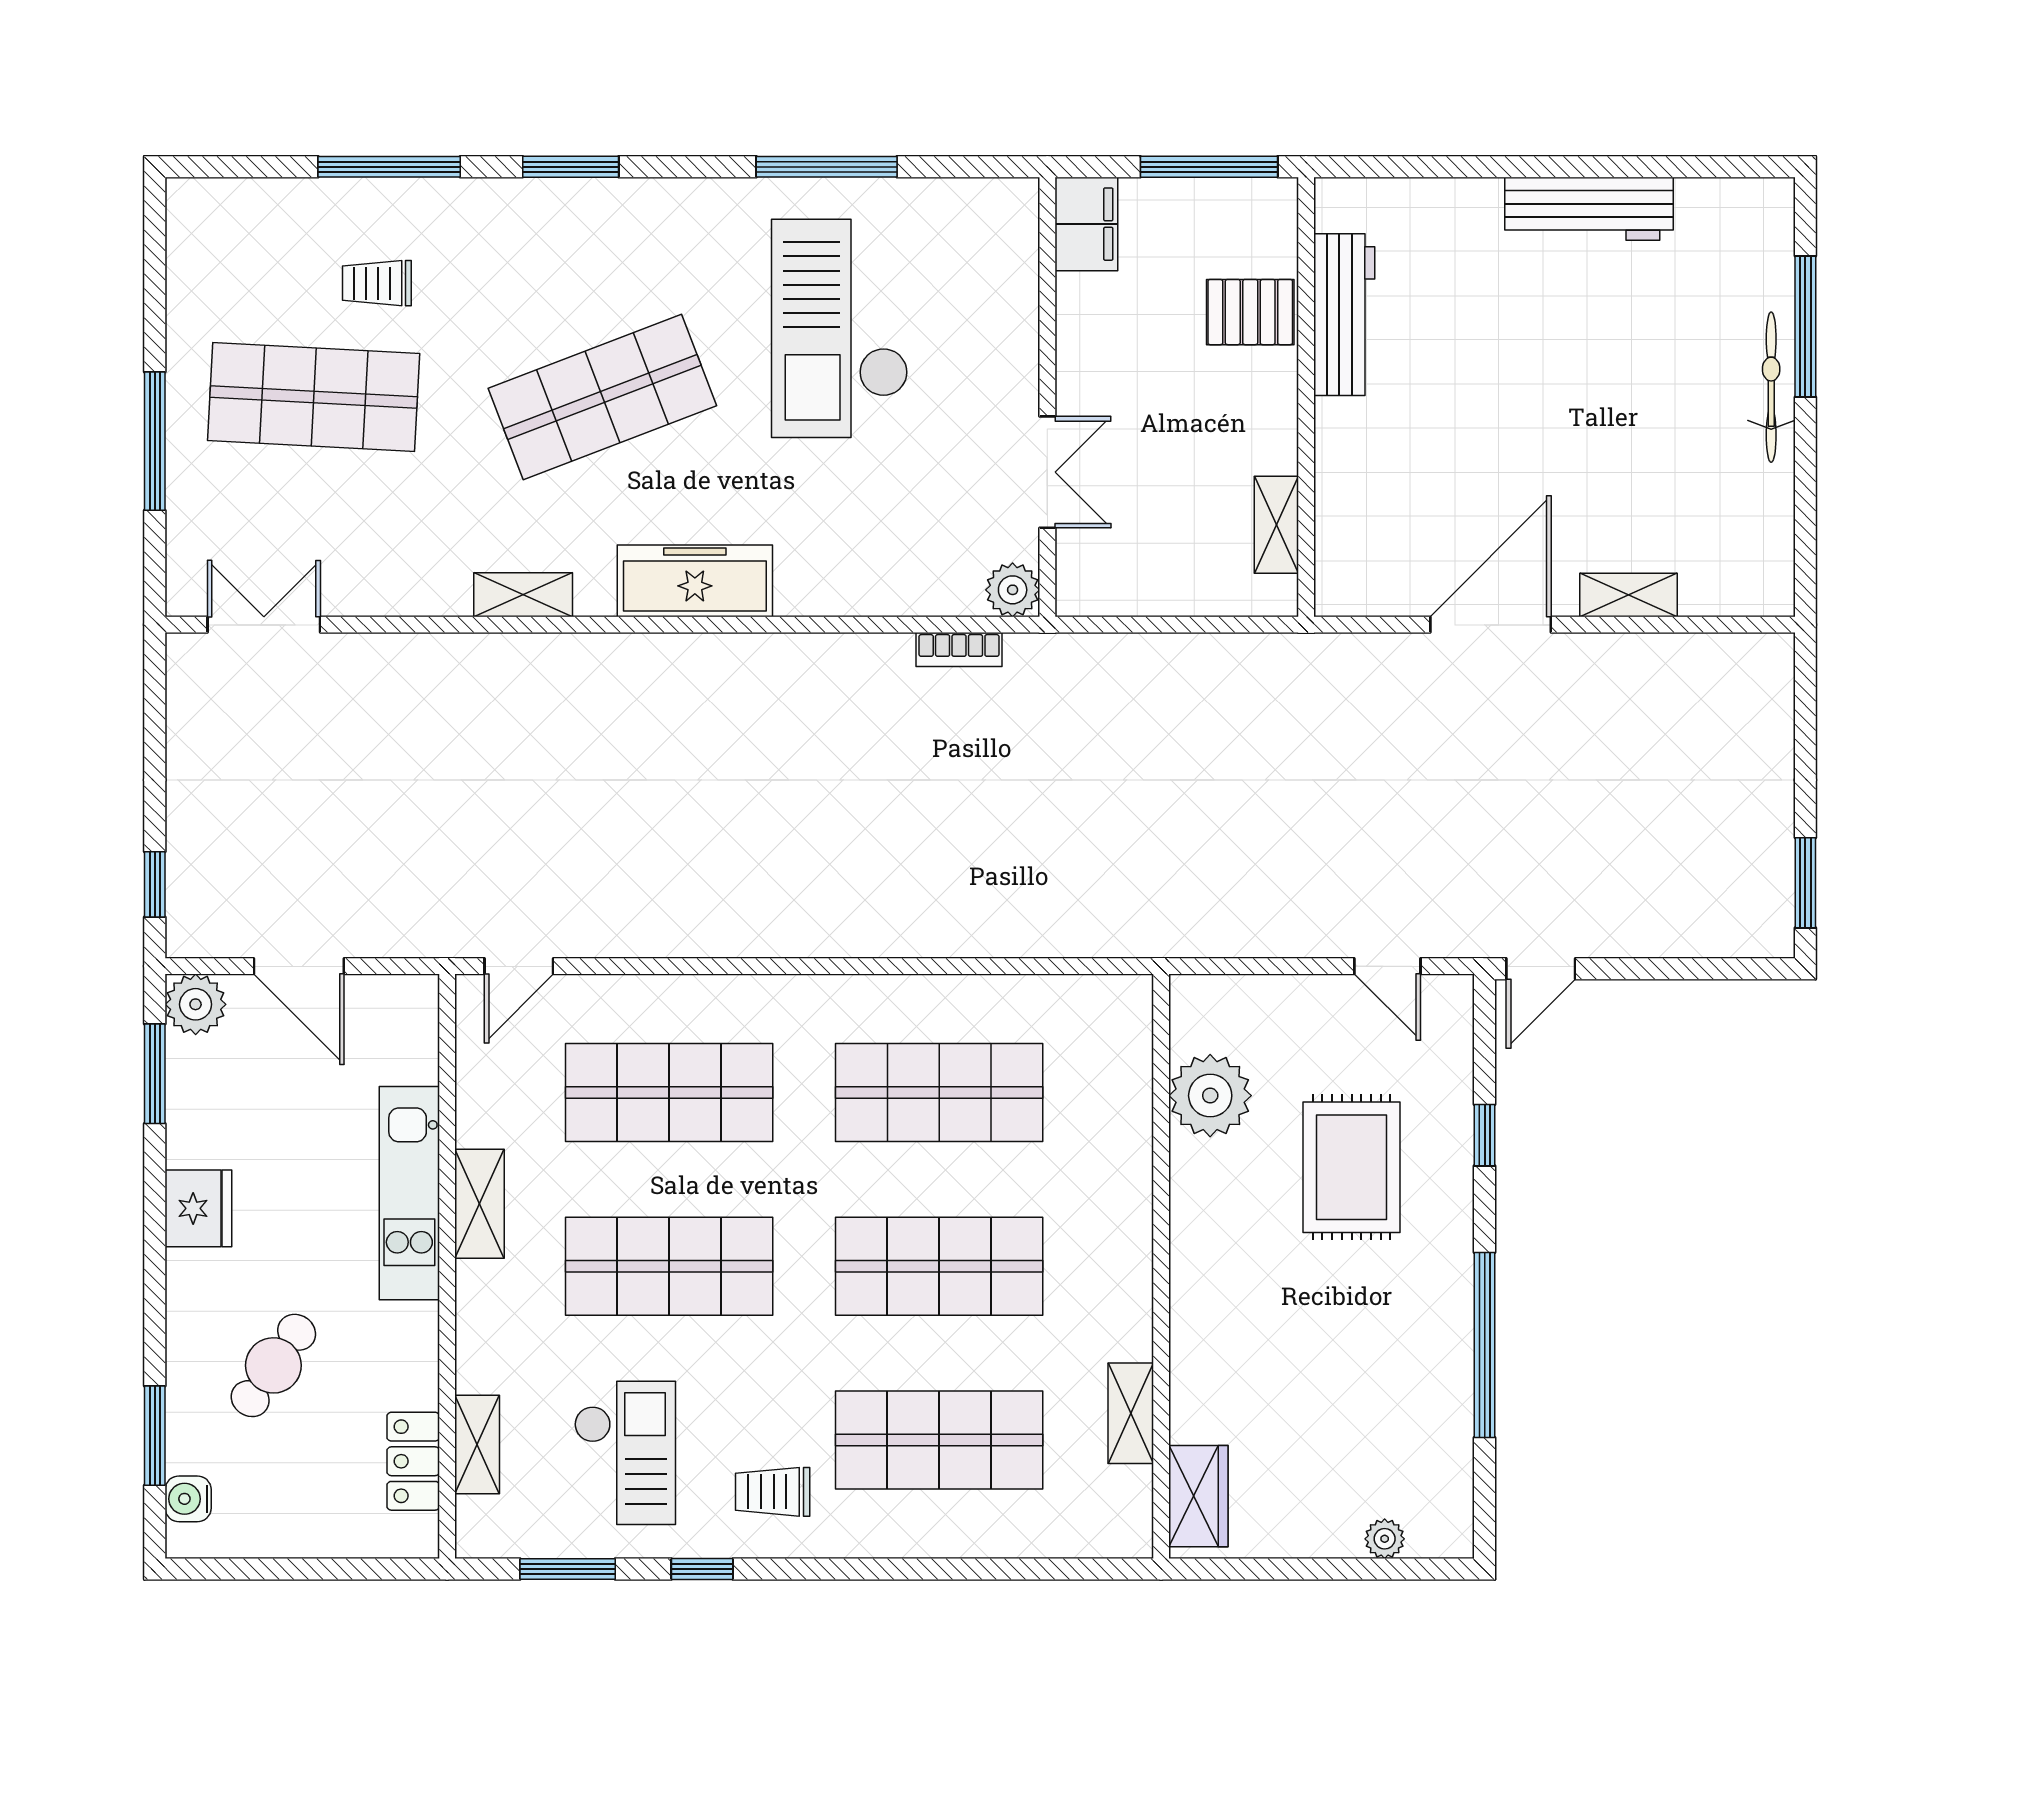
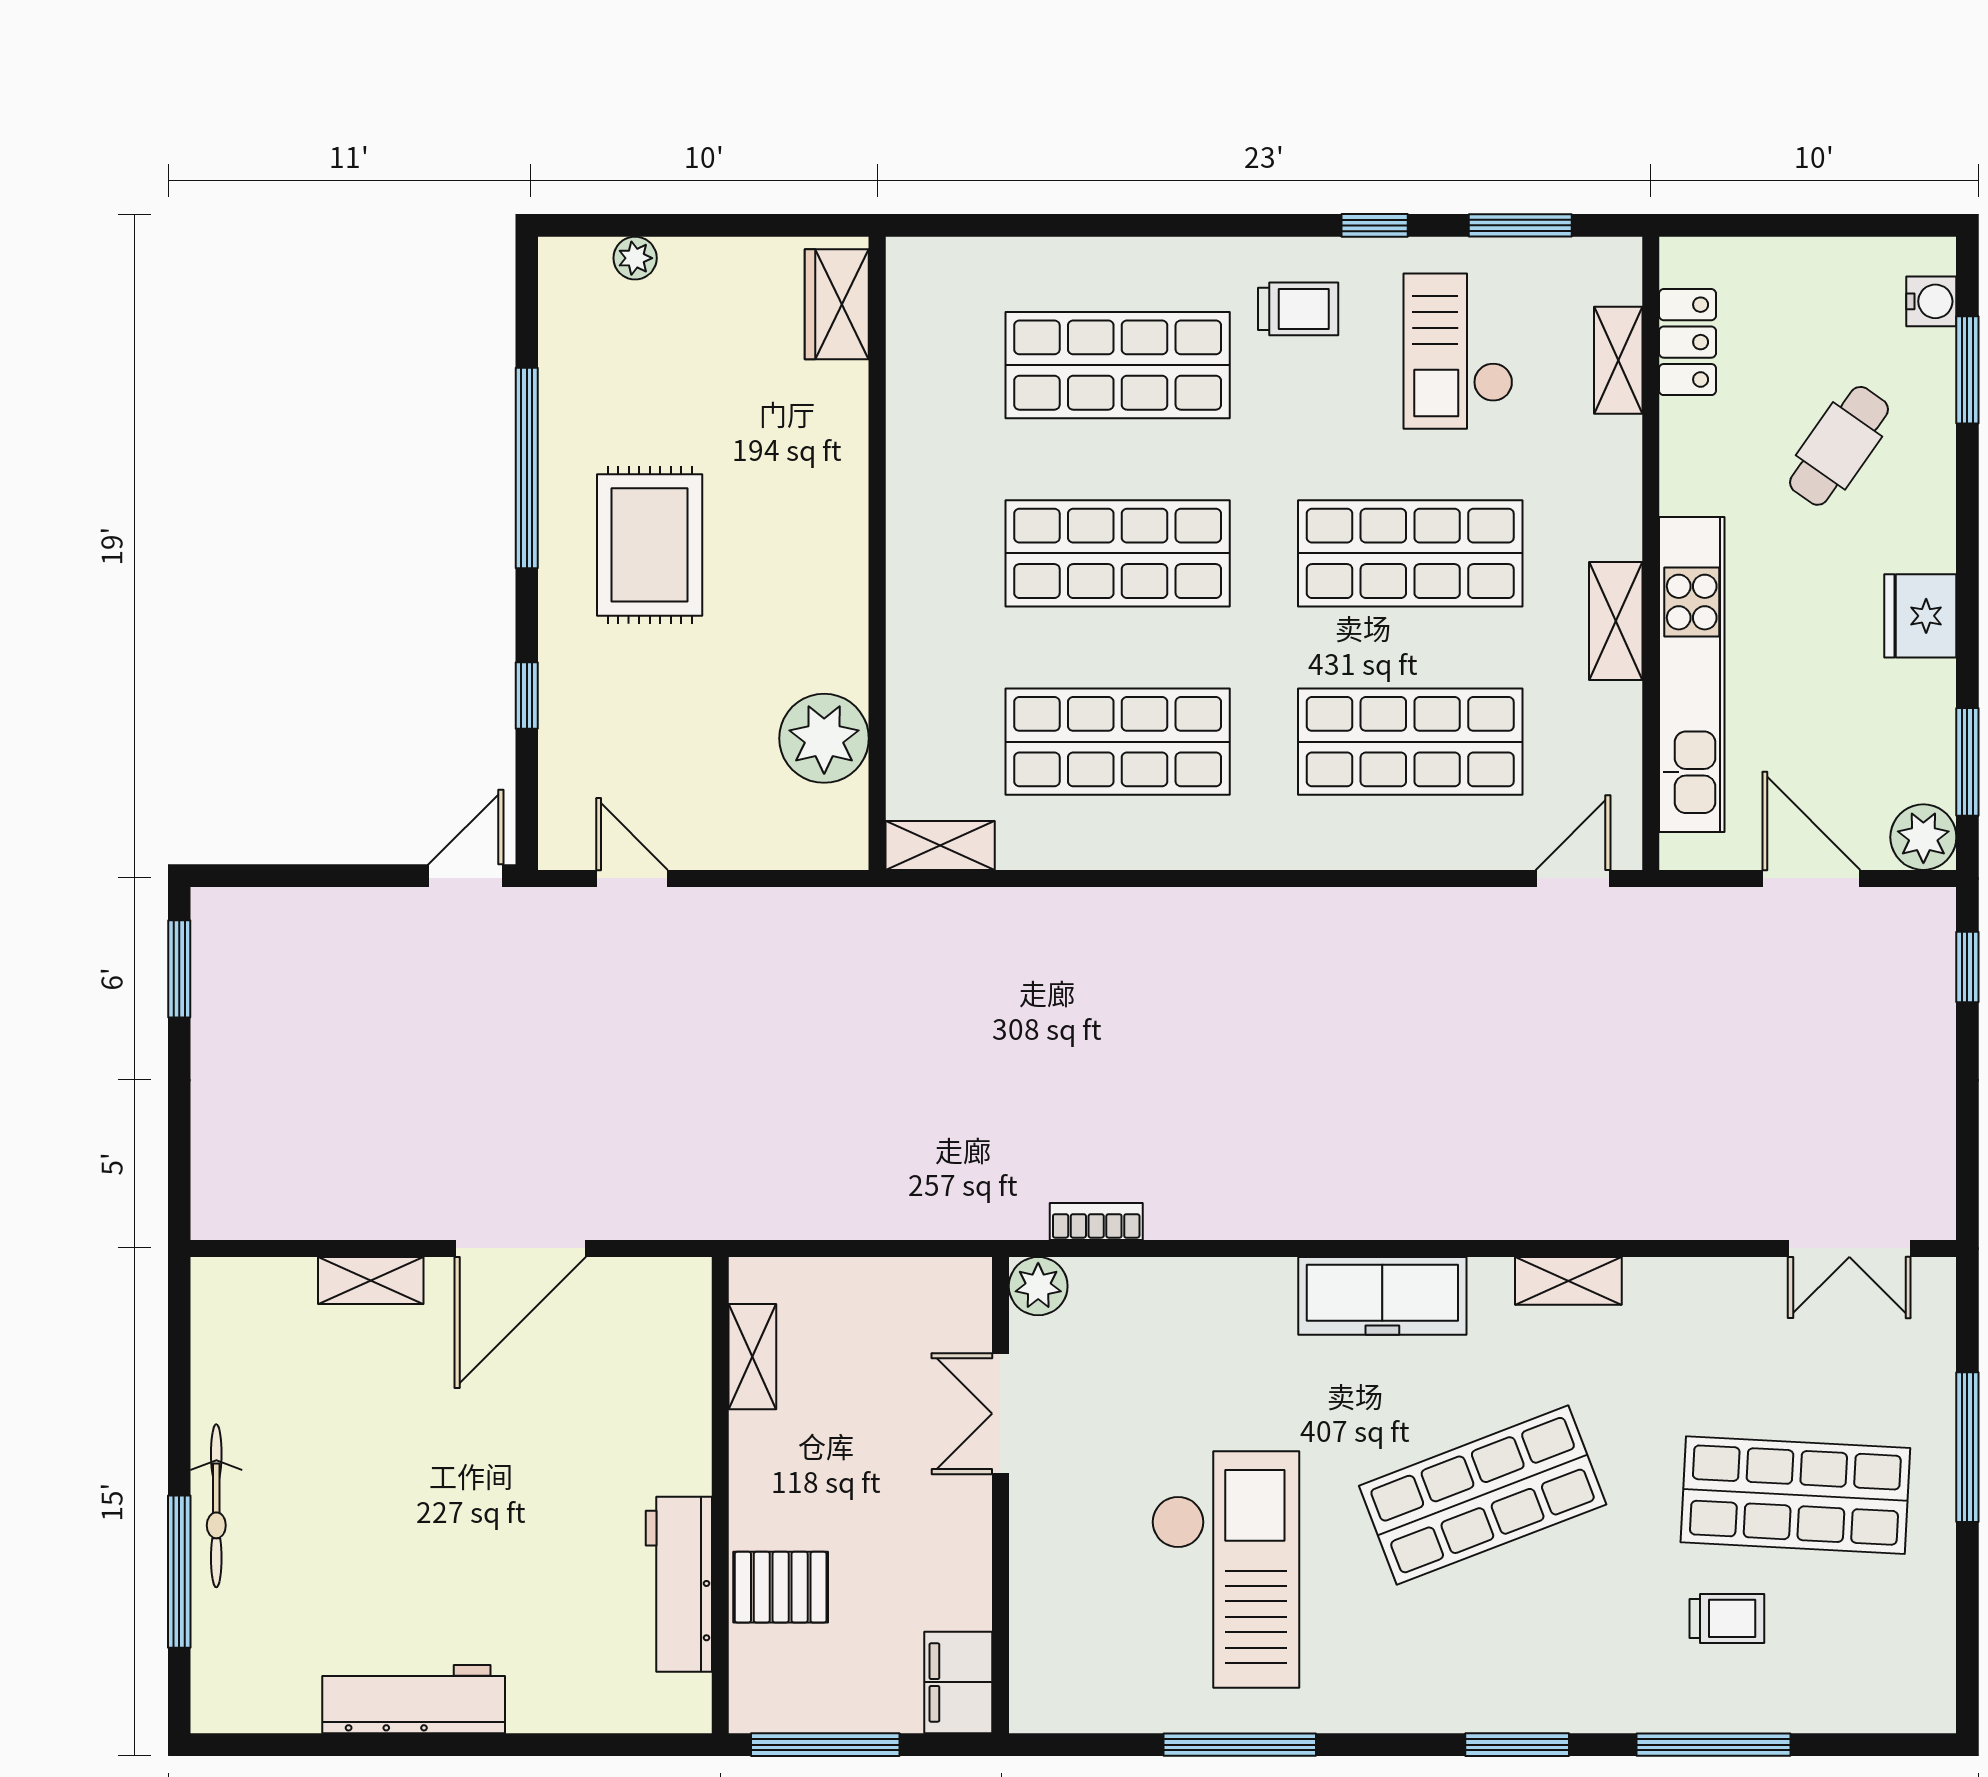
rug: (1352, 1167) -> (650, 545), moved
kitchen unit: (409, 1193) -> (1692, 675), width x1.36
shelving: (1131, 1413) -> (940, 845), moved, turned 90

